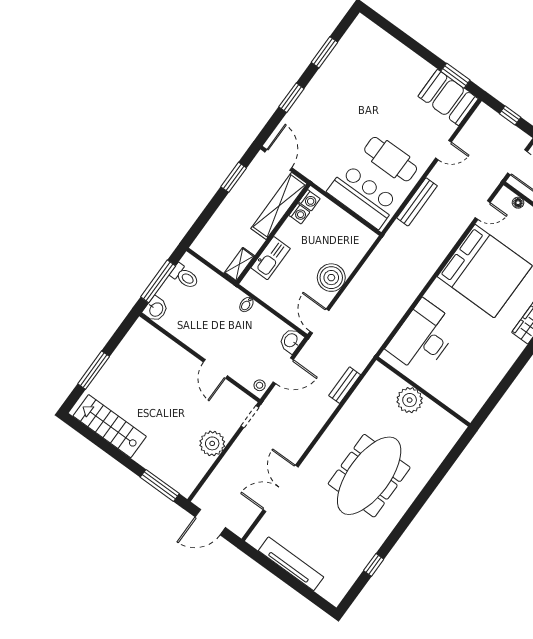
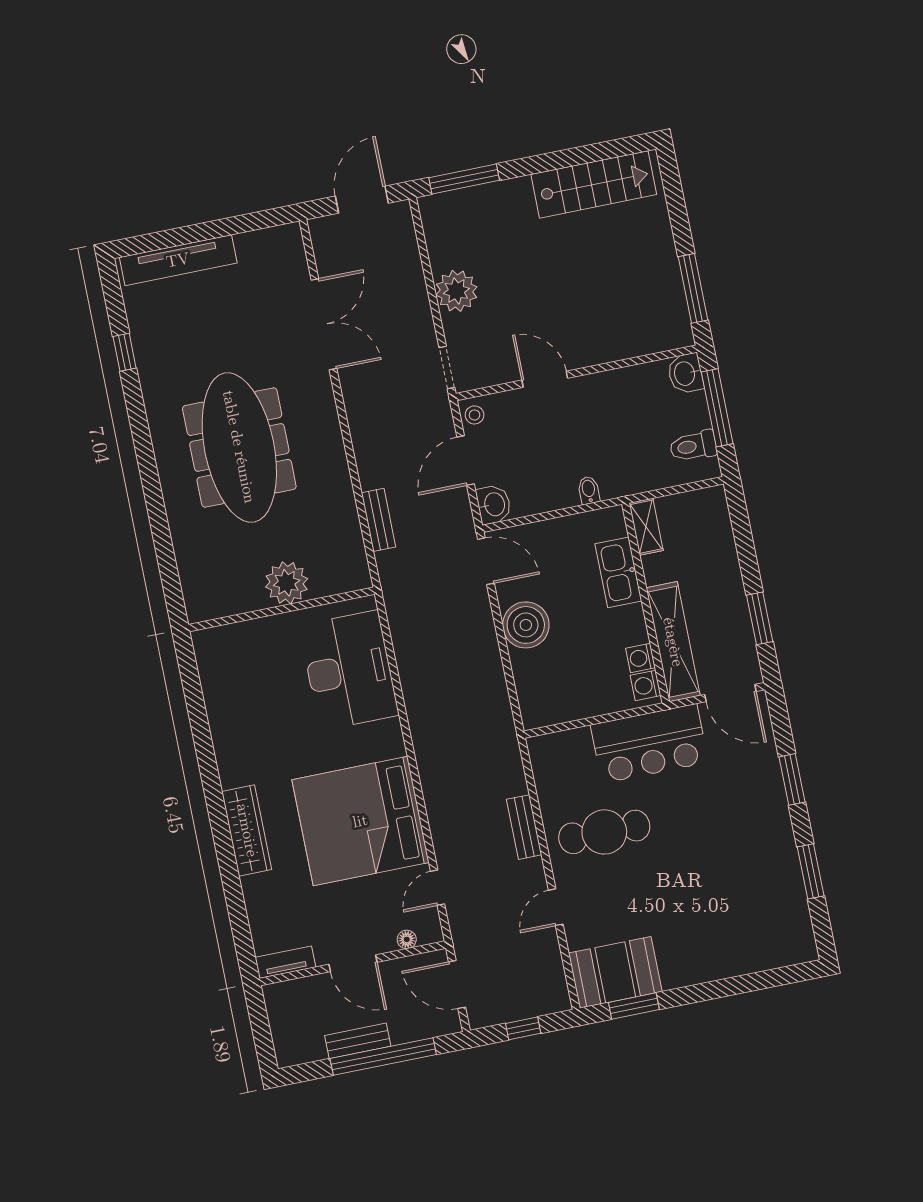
bar counter: (363, 196) -> (649, 744), moved
bench: (417, 202) -> (524, 827), width x0.73
window: (94, 370) -> (693, 288), moved
tv unit: (291, 564) -> (178, 260), moved

